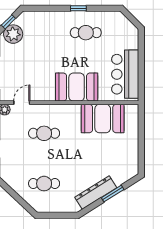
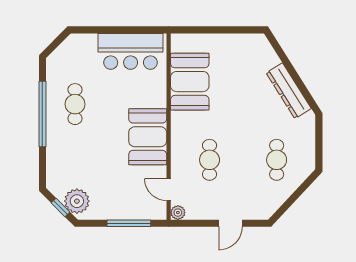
window: (78, 8) -> (42, 114), width x3.17
booth: (77, 87) -> (148, 137), moved
window: (113, 194) -> (290, 68), removed

